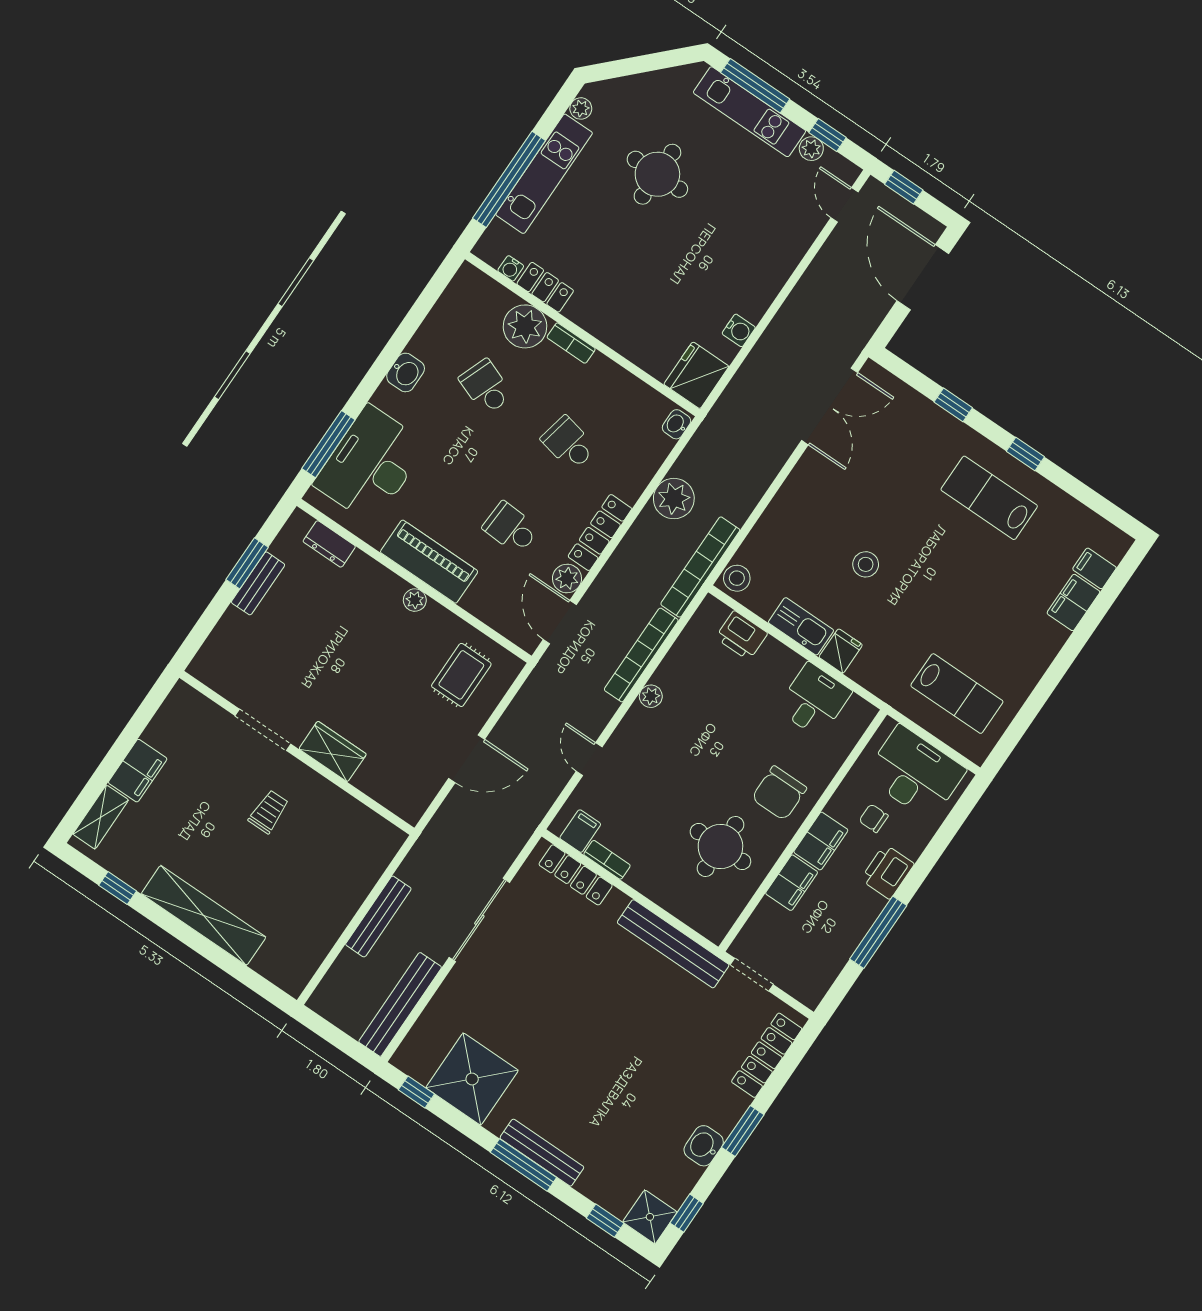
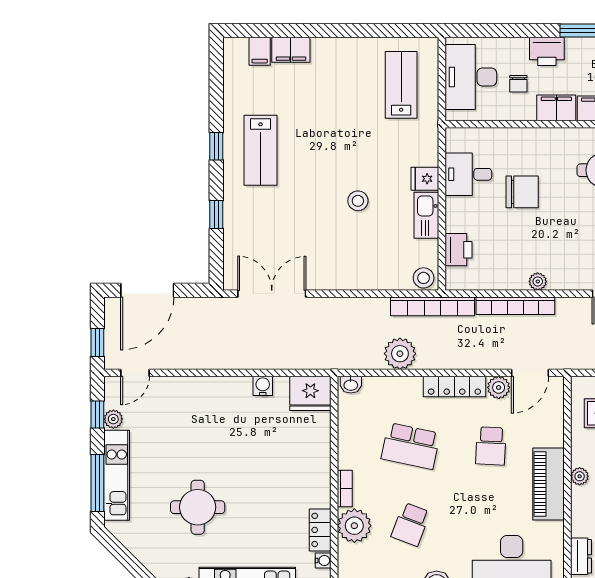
school desk: (569, 443) -> (411, 446), width x1.85
chair: (779, 793) -> (522, 192), moved

